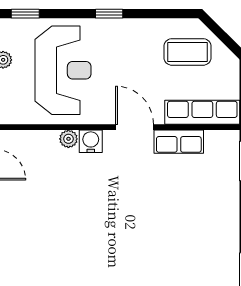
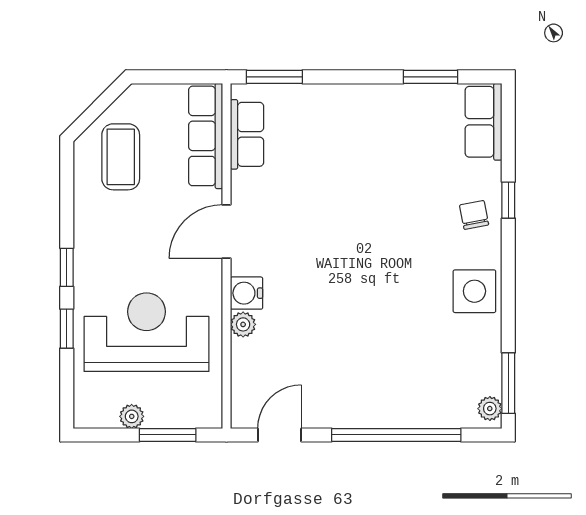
window: (25, 14) -> (67, 329), moved
row of seats: (179, 142) -> (247, 134), moved

